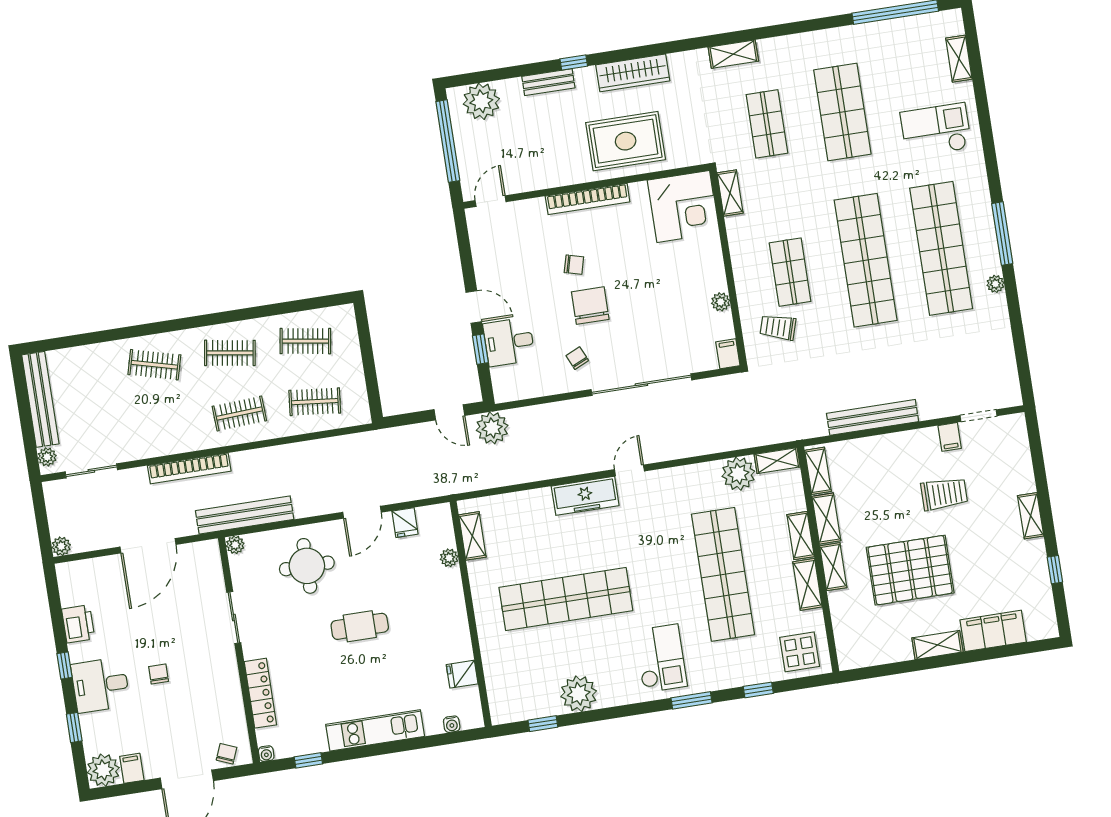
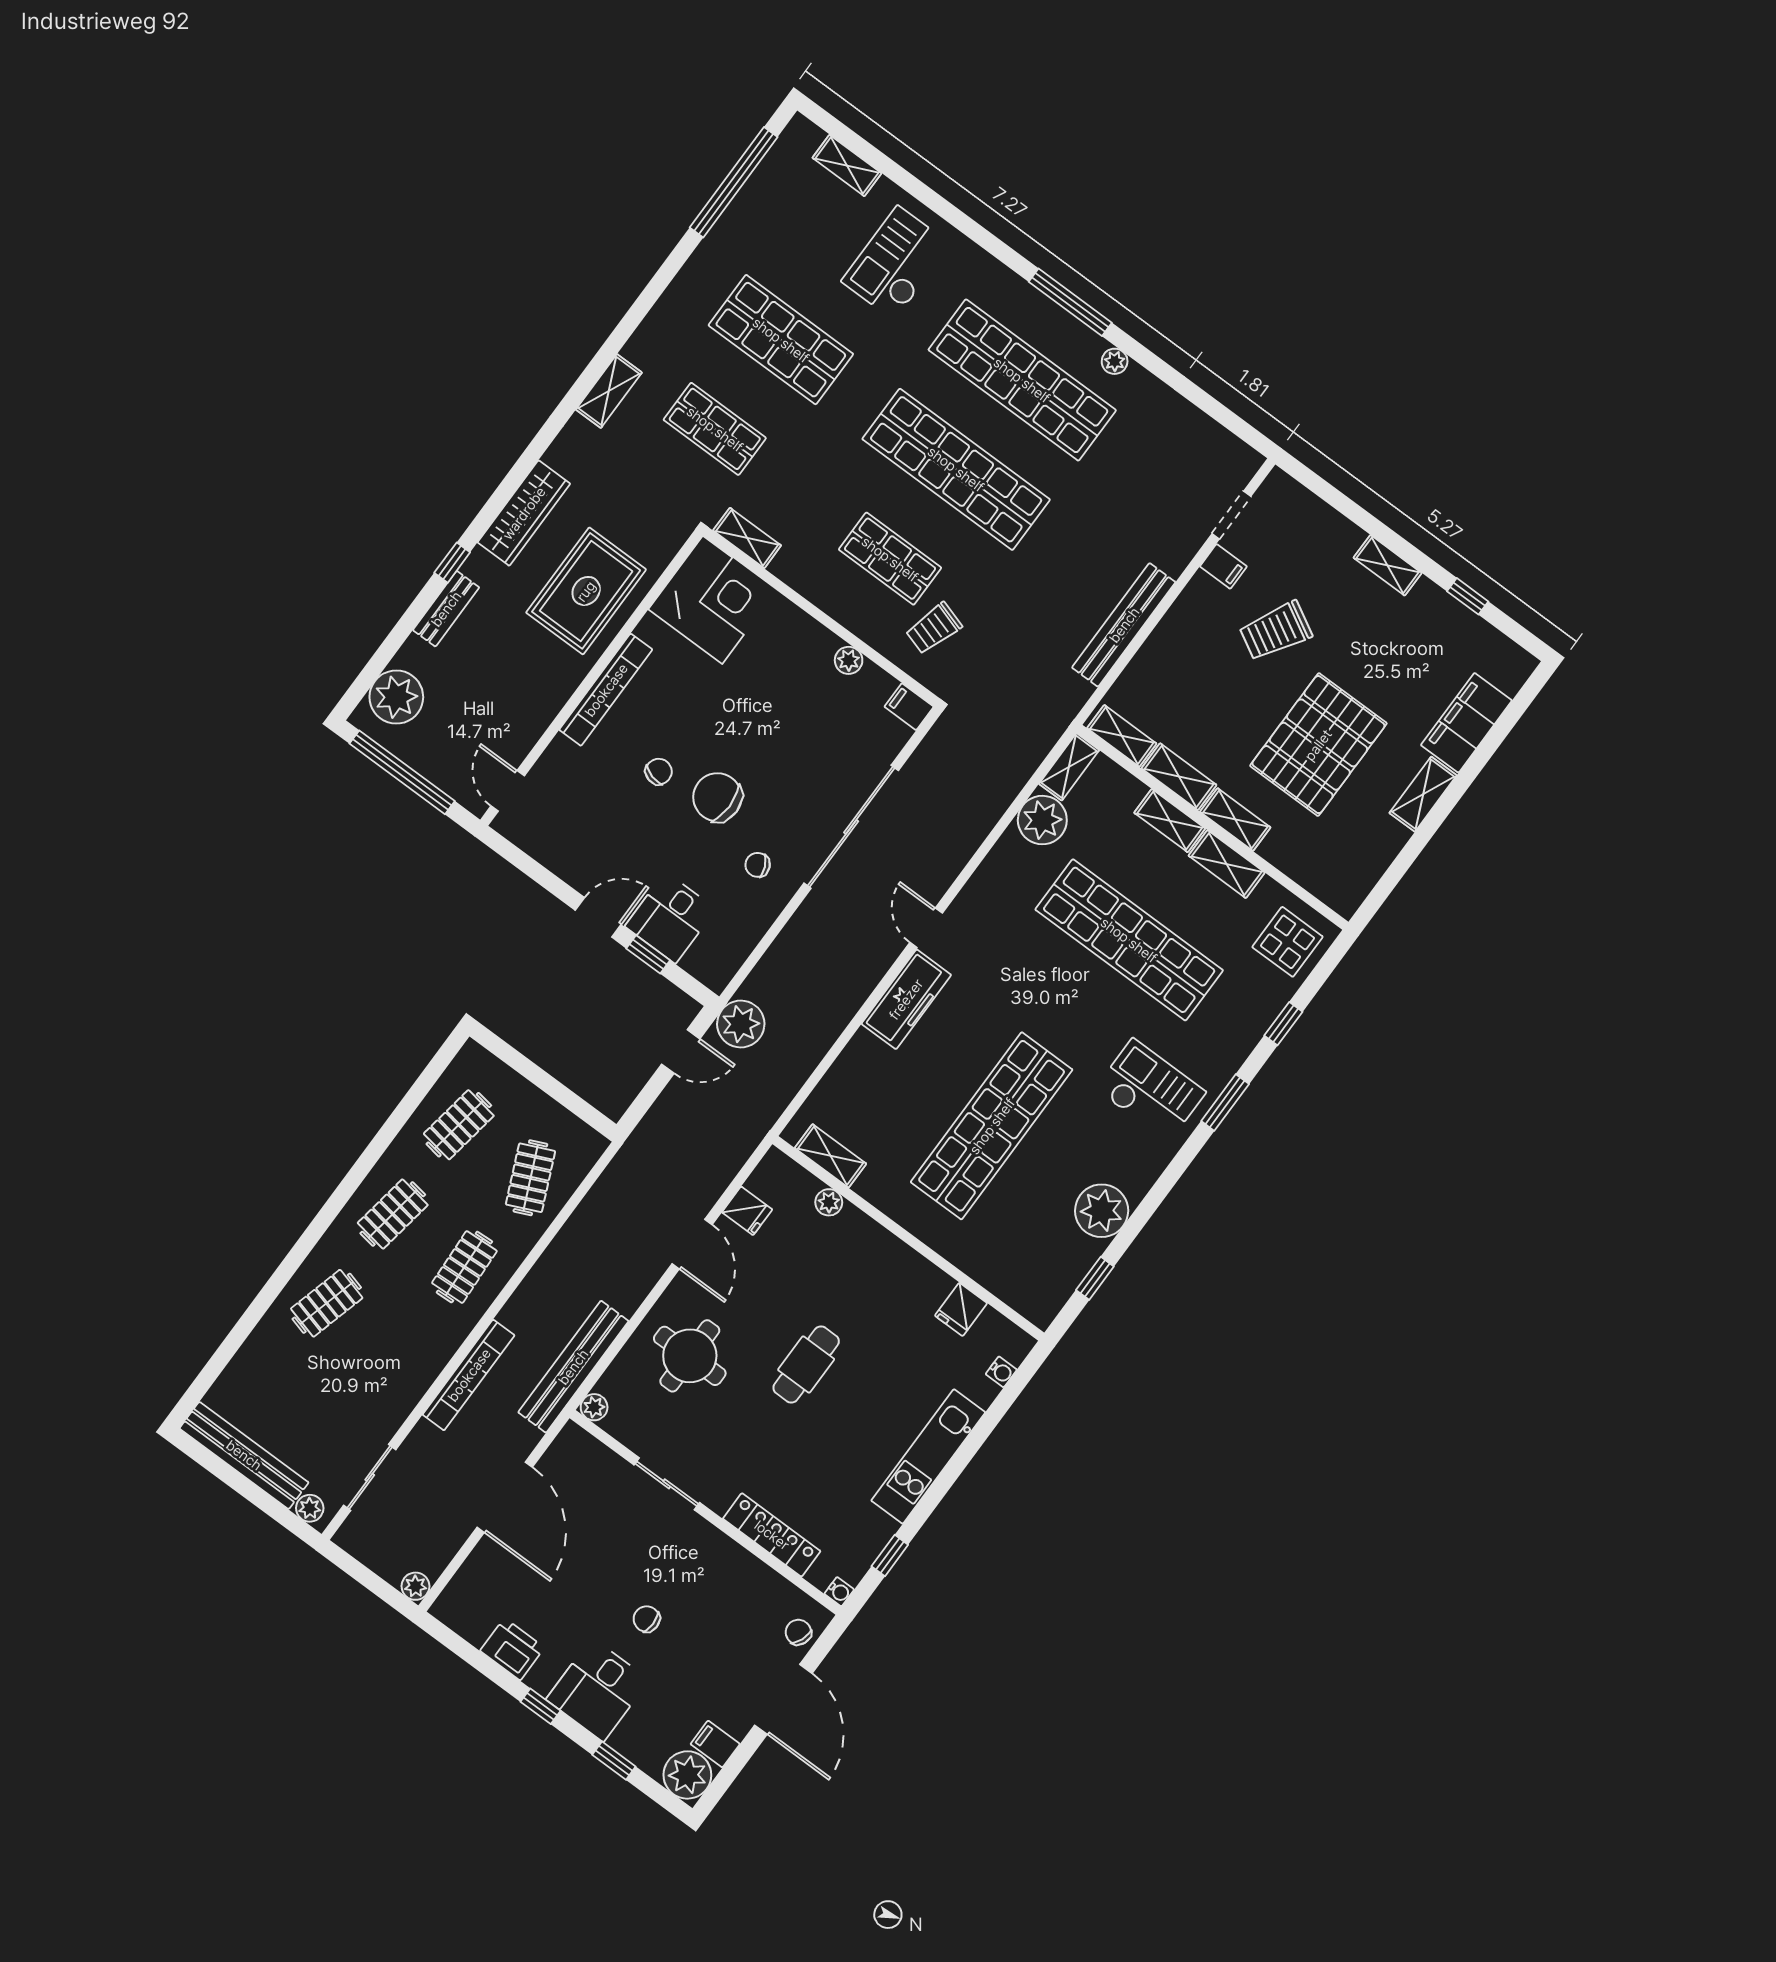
clothes rail: (315, 402) -> (530, 1178), turned -30
trolley: (944, 494) -> (1276, 631), turned -151

